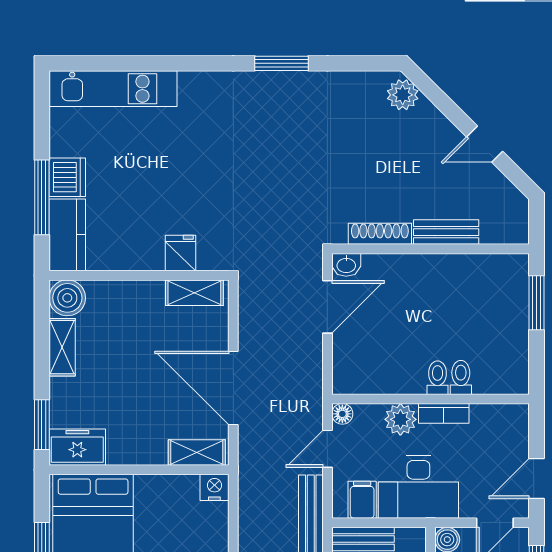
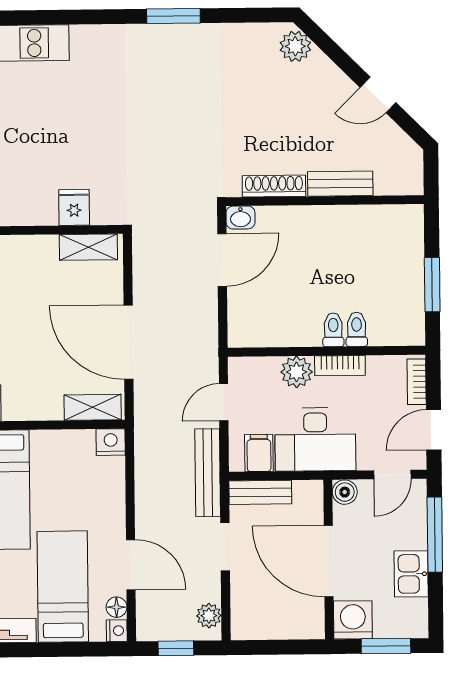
window: (537, 303) -> (432, 285), moved
floor lamp: (342, 414) -> (238, 367), removed
bookcase: (520, 430) -> (417, 382), added

